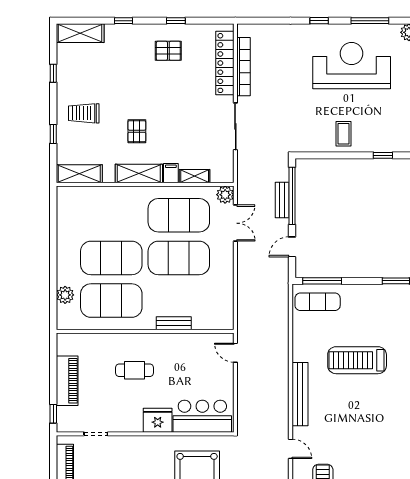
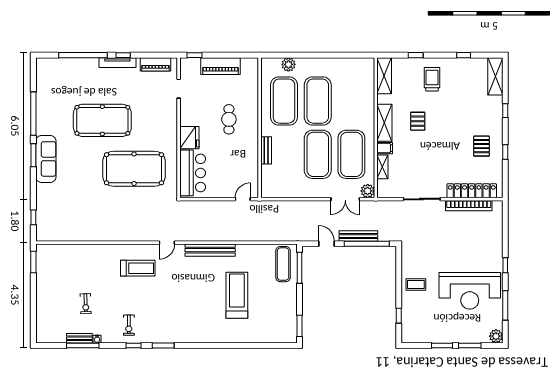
reception desk: (352, 66) -> (470, 291), turned 90
pallet: (137, 131) -> (418, 121), turned 90
bench: (282, 200) -> (358, 236), width x1.36

